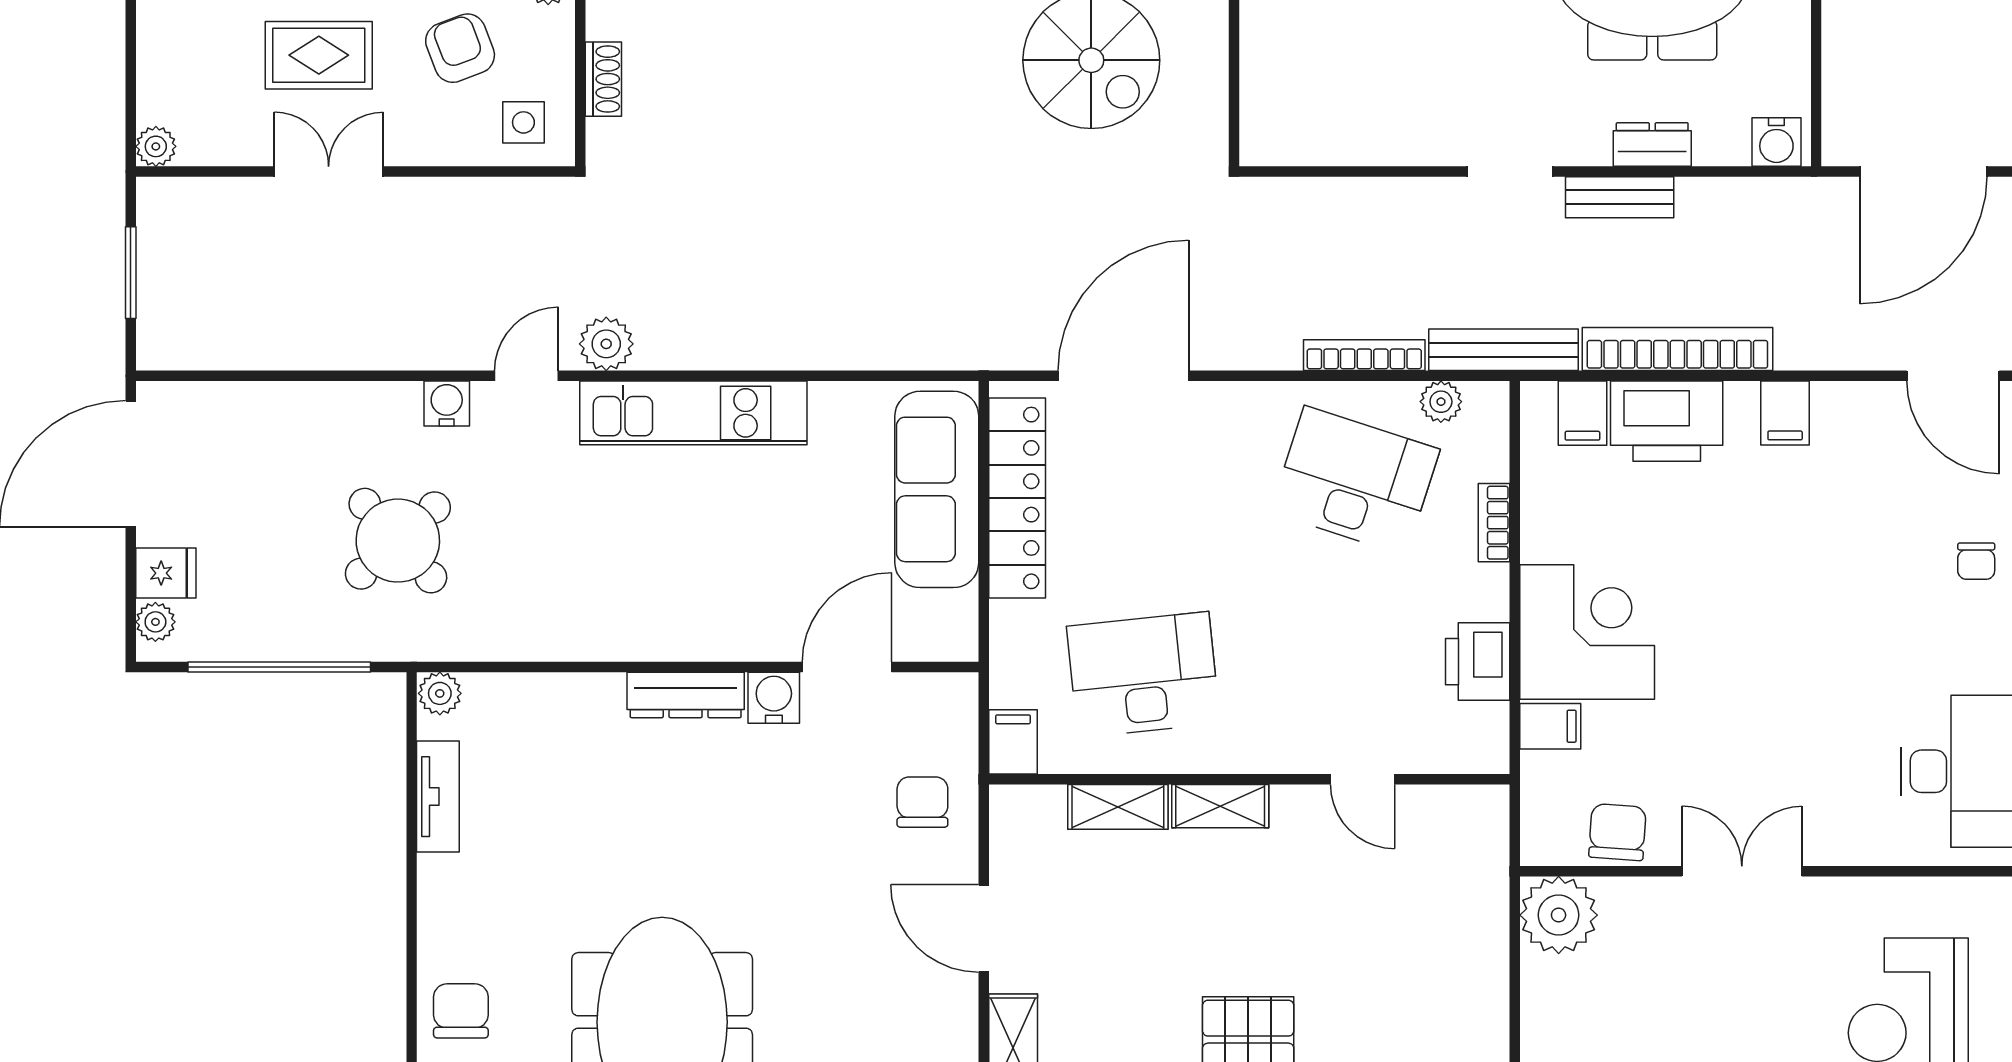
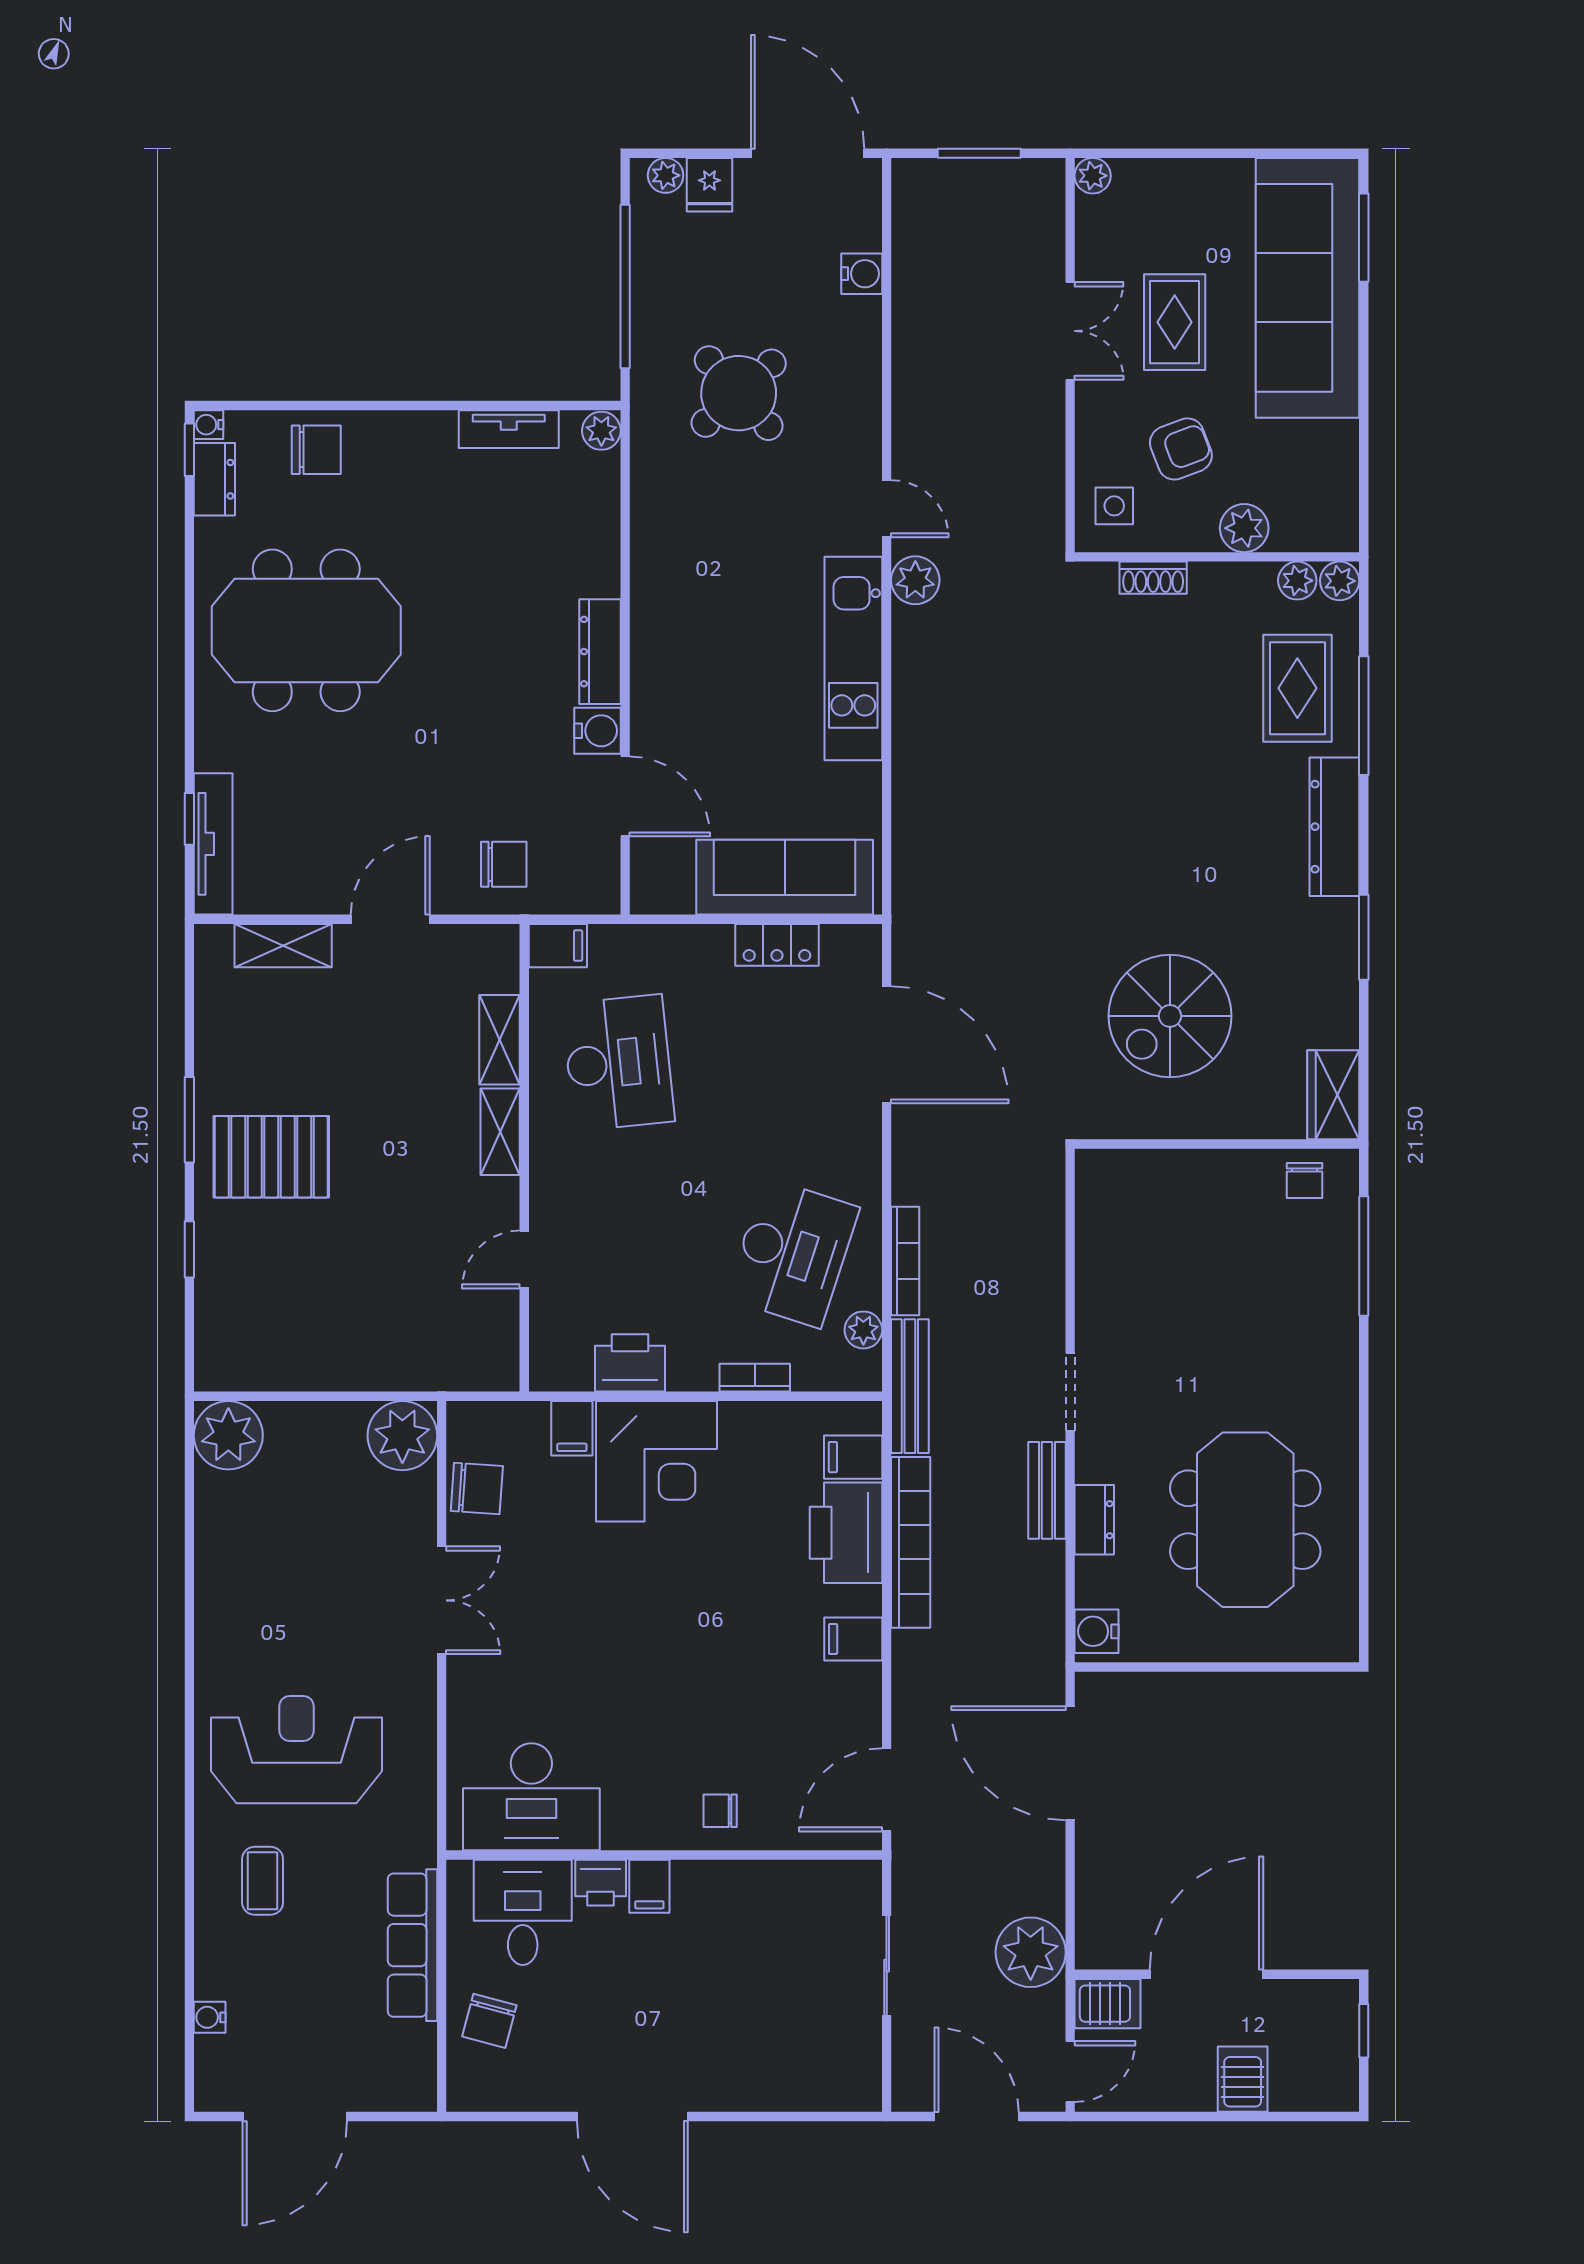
water cooler: (447, 404) -> (862, 274), moved
locker: (1017, 498) -> (777, 945), width x0.46, depth x0.83

